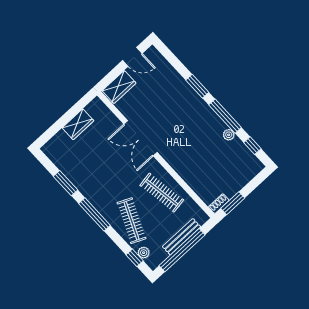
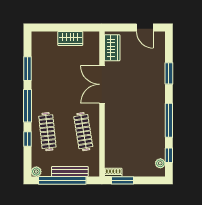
window: (197, 86) -> (169, 73), moved
wardrobe: (119, 87) -> (112, 48), moved, turned -90
plant: (229, 135) -> (160, 163), moved
clothes rail: (131, 221) -> (47, 132), turned -30
plant: (144, 253) -> (36, 172), moved
window: (135, 258) -> (27, 139), moved

